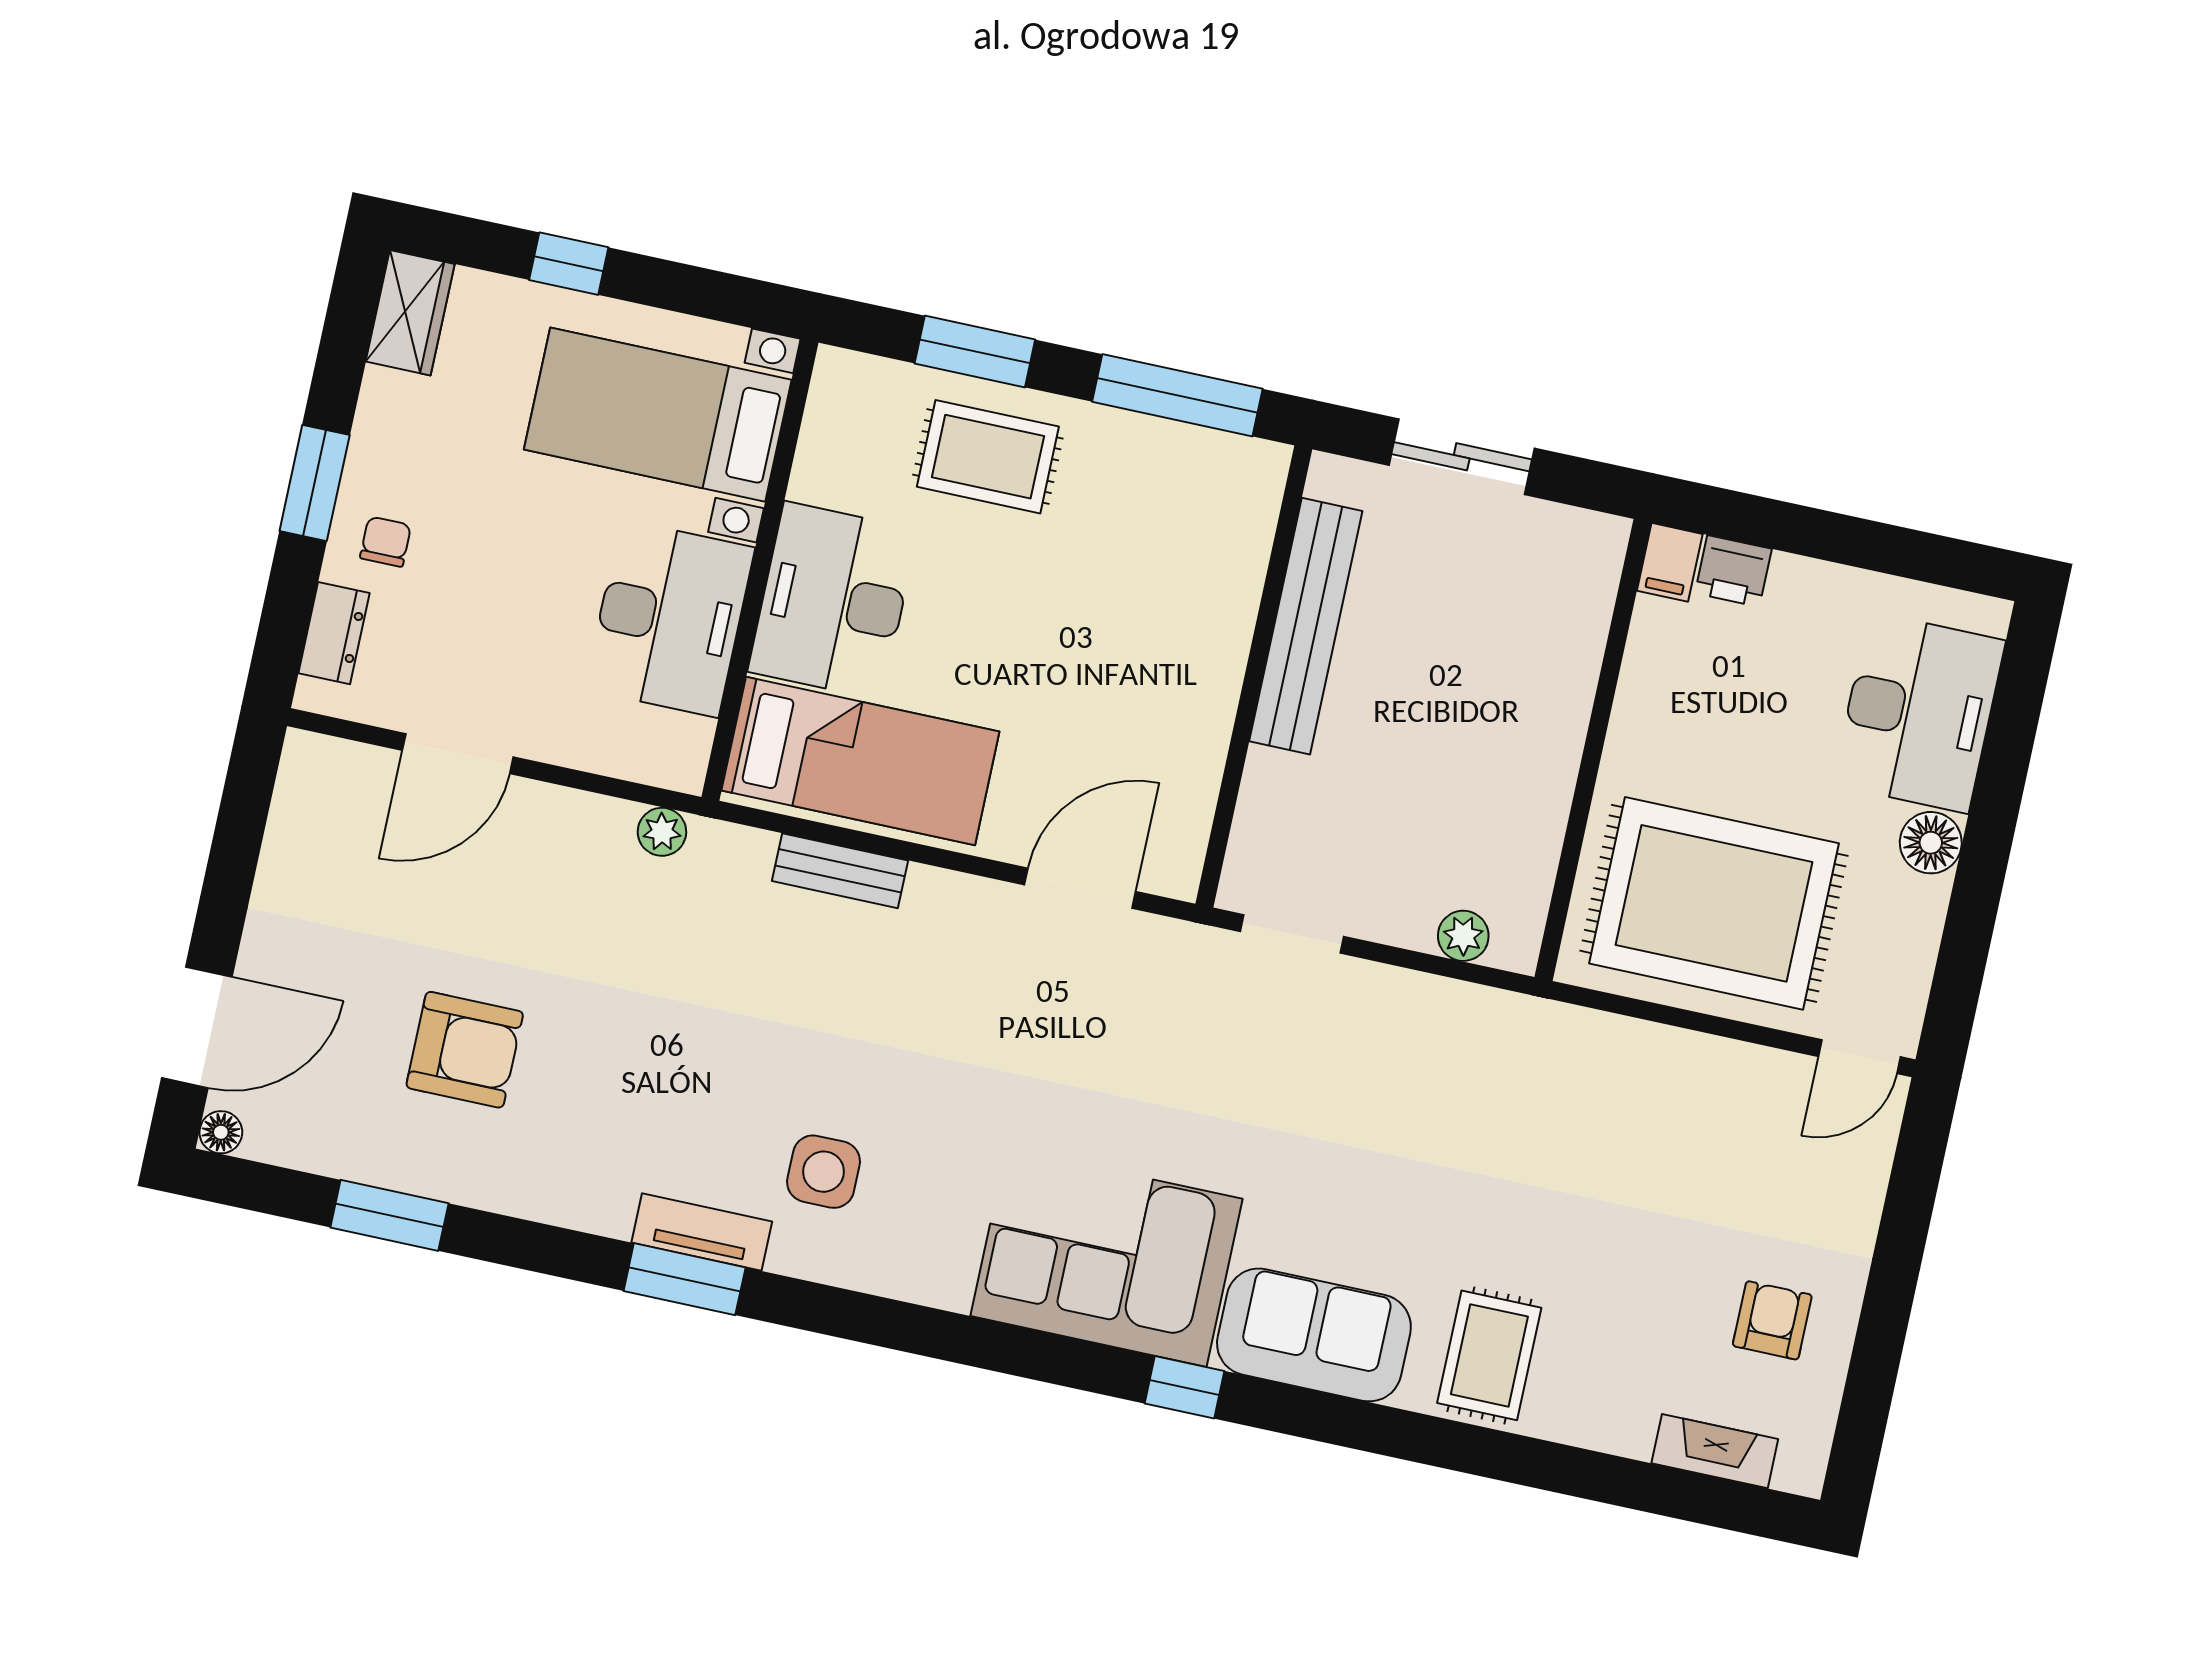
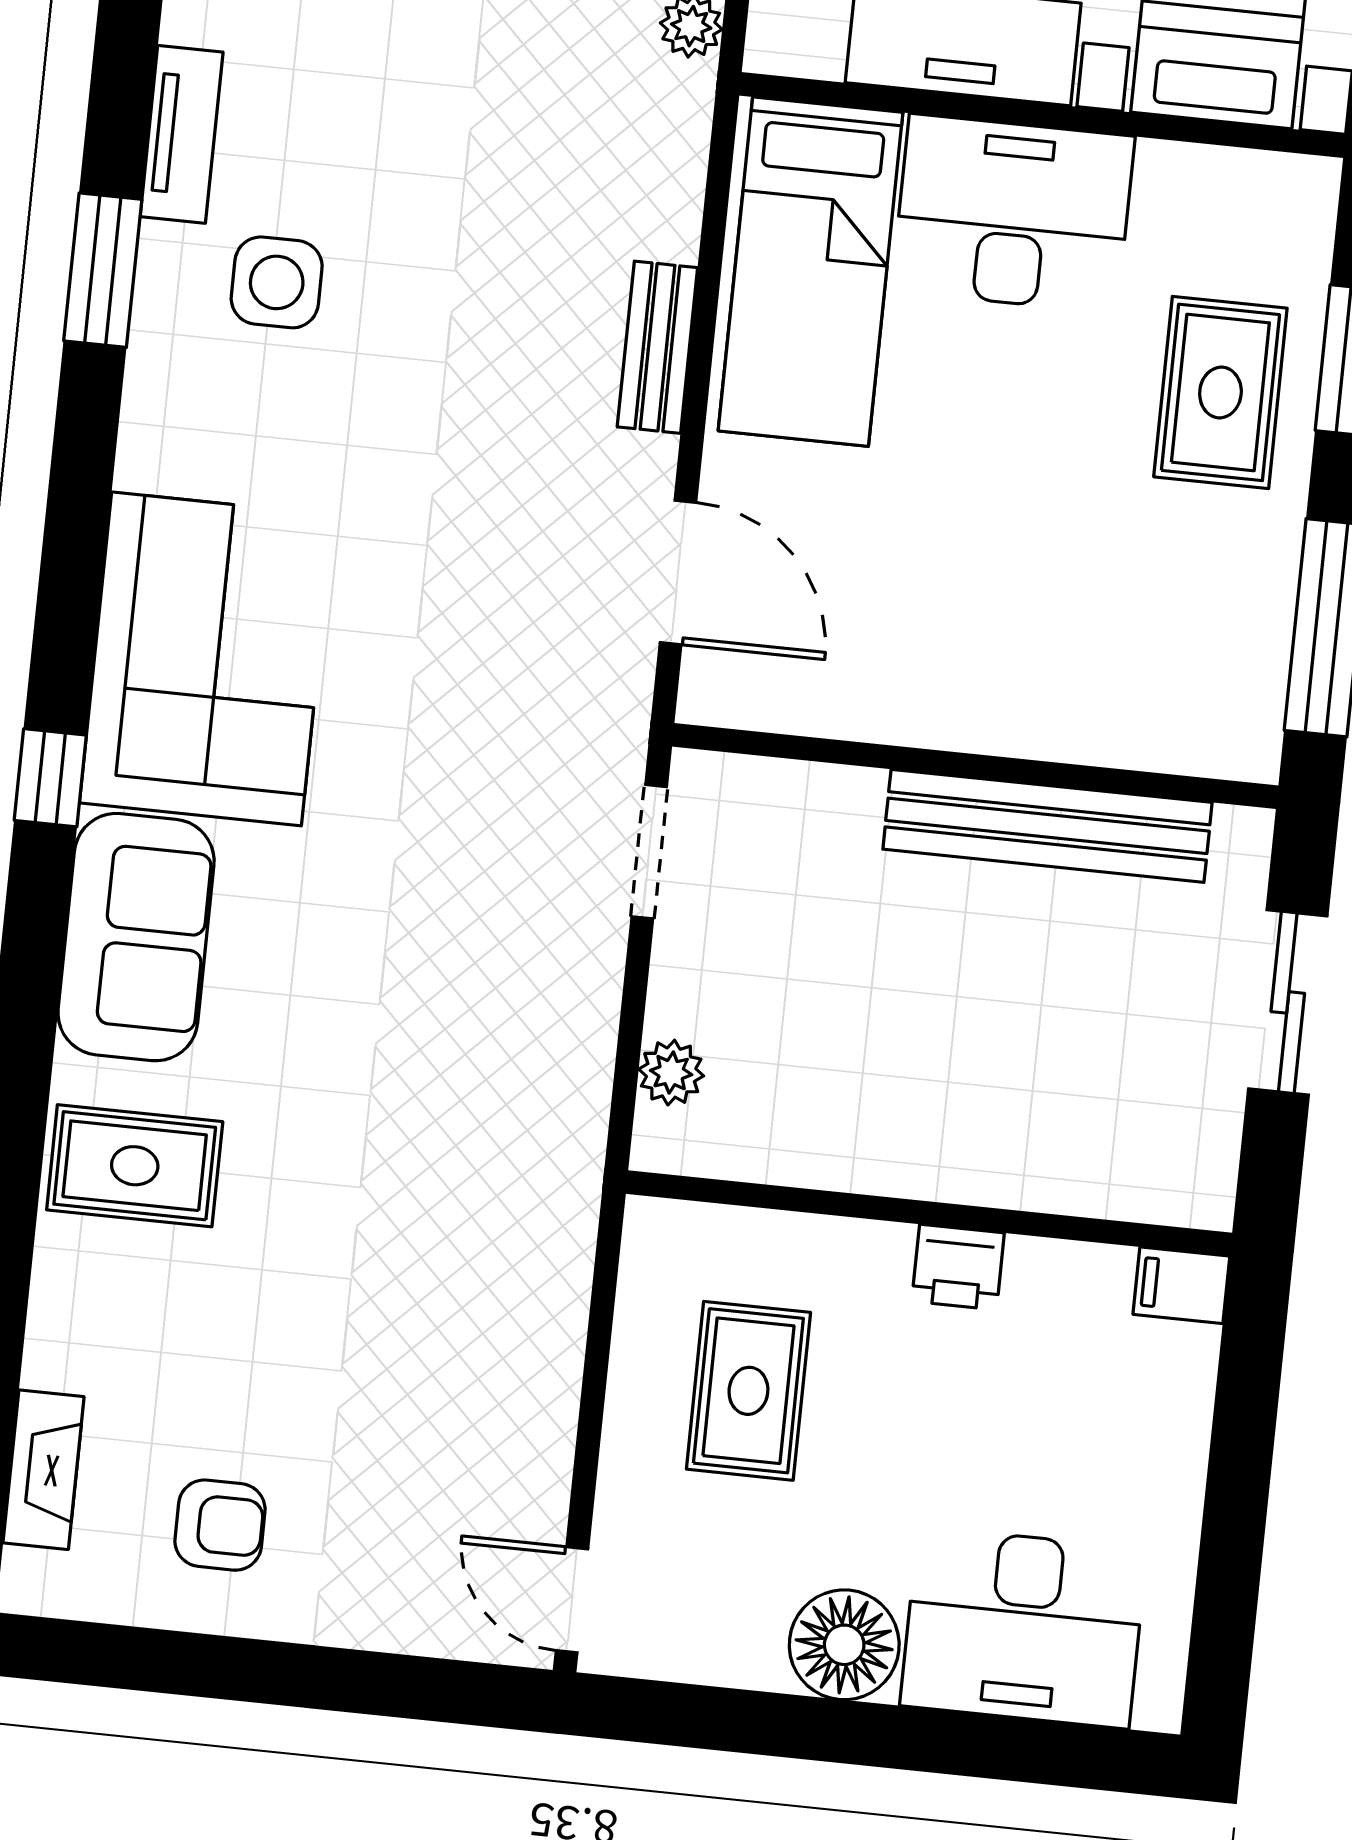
printer: (1733, 571) -> (958, 1267), moved, turned -90
floor lamp: (1931, 843) -> (844, 1645), width x1.38, depth x1.38
bench: (840, 871) -> (657, 347), moved
rug: (1714, 903) -> (748, 1391), width x0.54, depth x0.49
window: (685, 1279) -> (103, 270), moved

